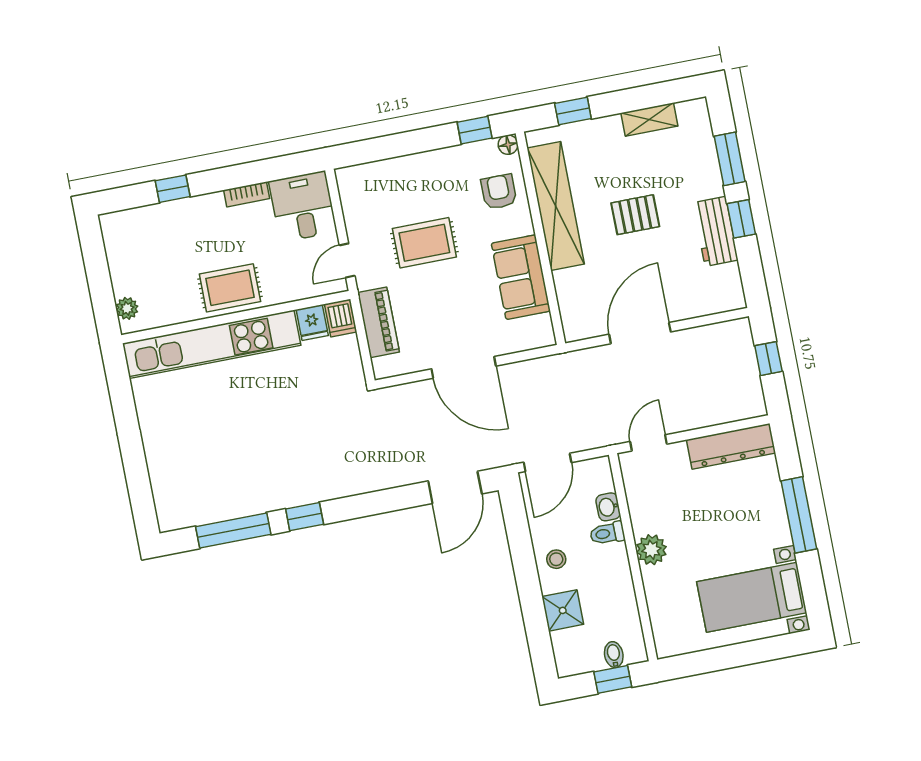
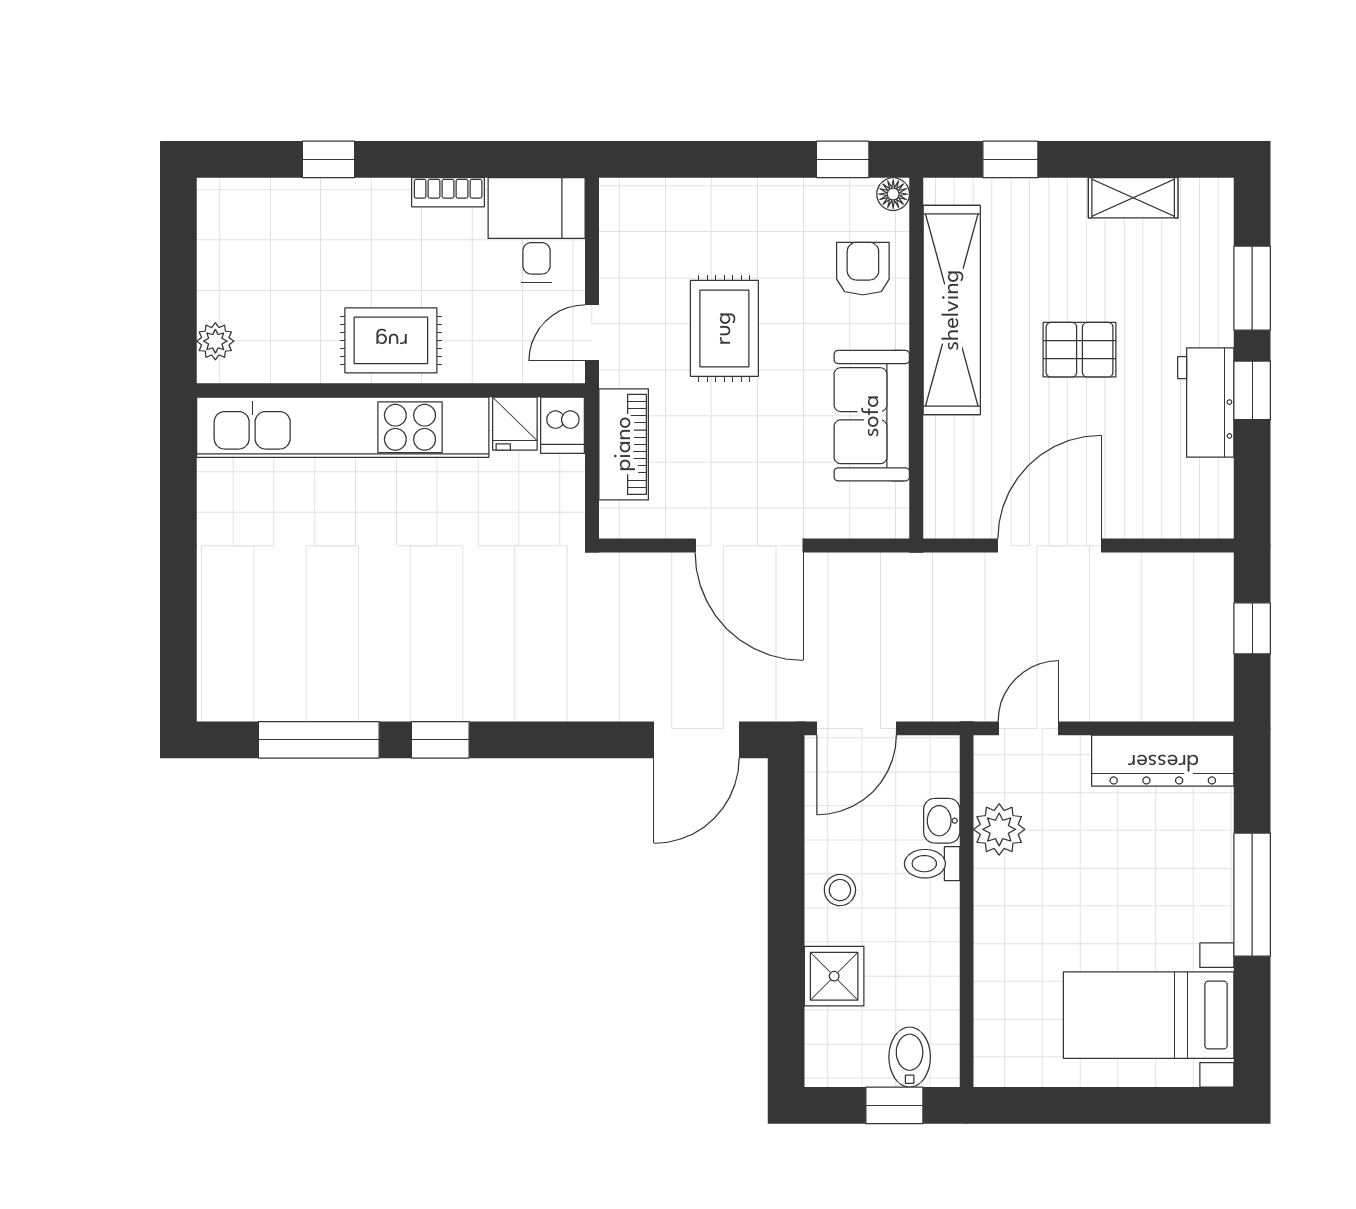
rug: (424, 243) -> (724, 328), turned 90
plant: (651, 550) -> (999, 829), moved
bidet: (614, 655) -> (910, 1057), width x1.38, depth x1.36

